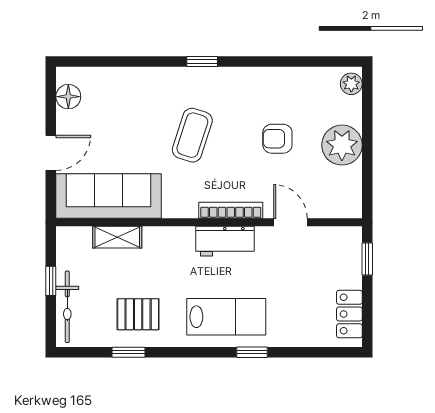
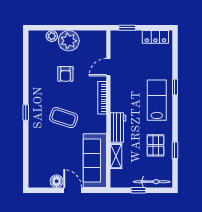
plant: (351, 84) -> (52, 36), moved
floor lamp: (68, 97) -> (57, 181), moved
workbench: (225, 241) -> (118, 128), moved

